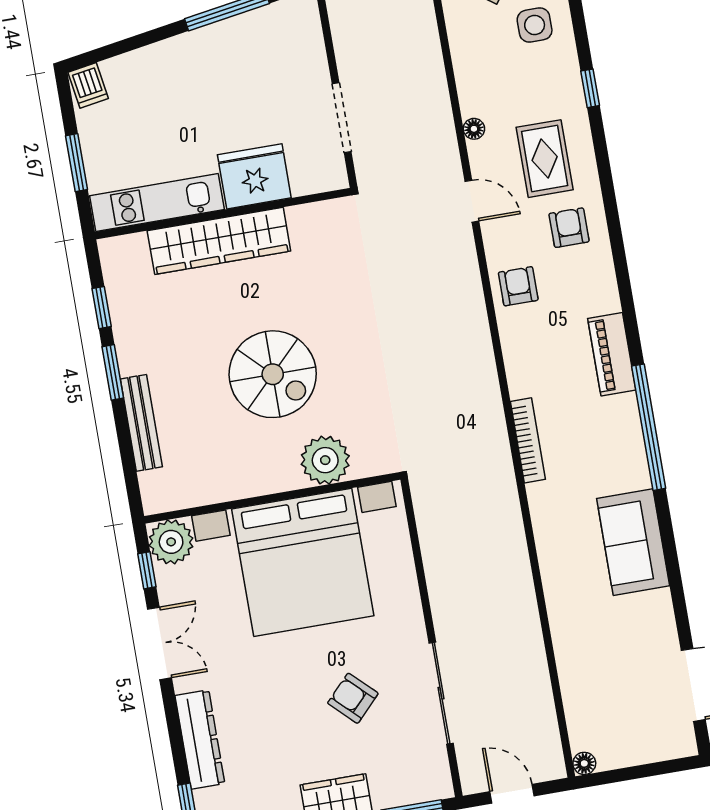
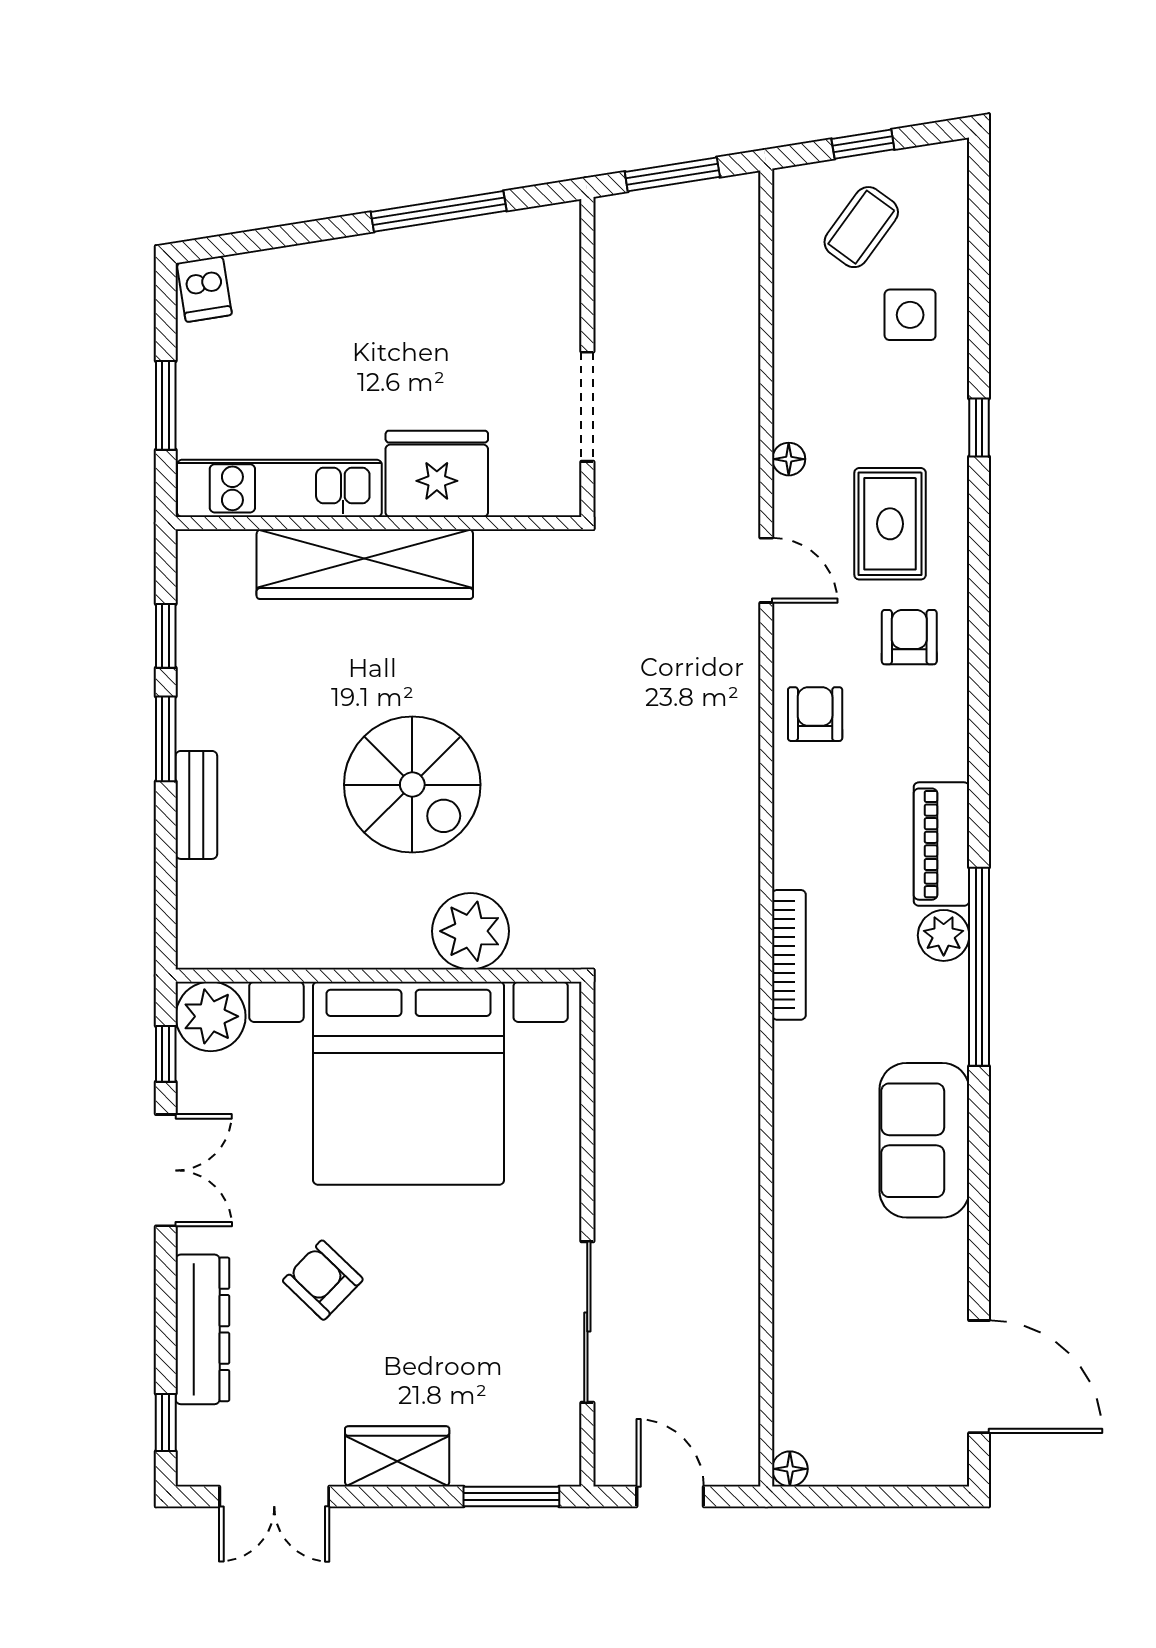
plant: (623, 411) -> (944, 935), added
bench: (141, 423) -> (196, 805), width x0.73
armchair: (353, 698) -> (323, 1280), moved

